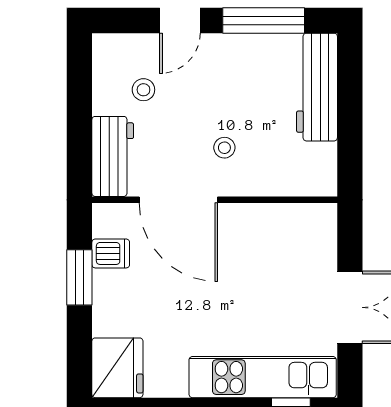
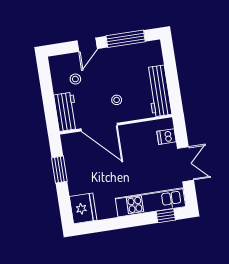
workbench: (317, 87) -> (159, 91), moved
dishwasher: (111, 253) -> (166, 137), moved, turned 180

